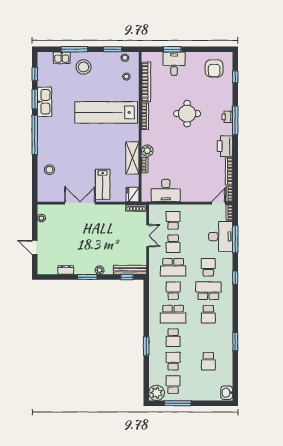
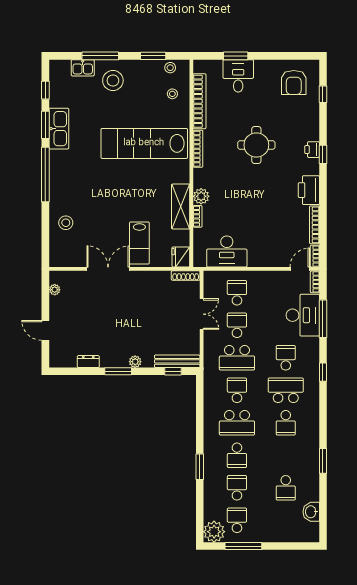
window: (235, 120) -> (323, 154), width x0.46
school desk: (173, 244) -> (237, 325), turned 180
washbasin: (227, 393) -> (311, 512), moved

